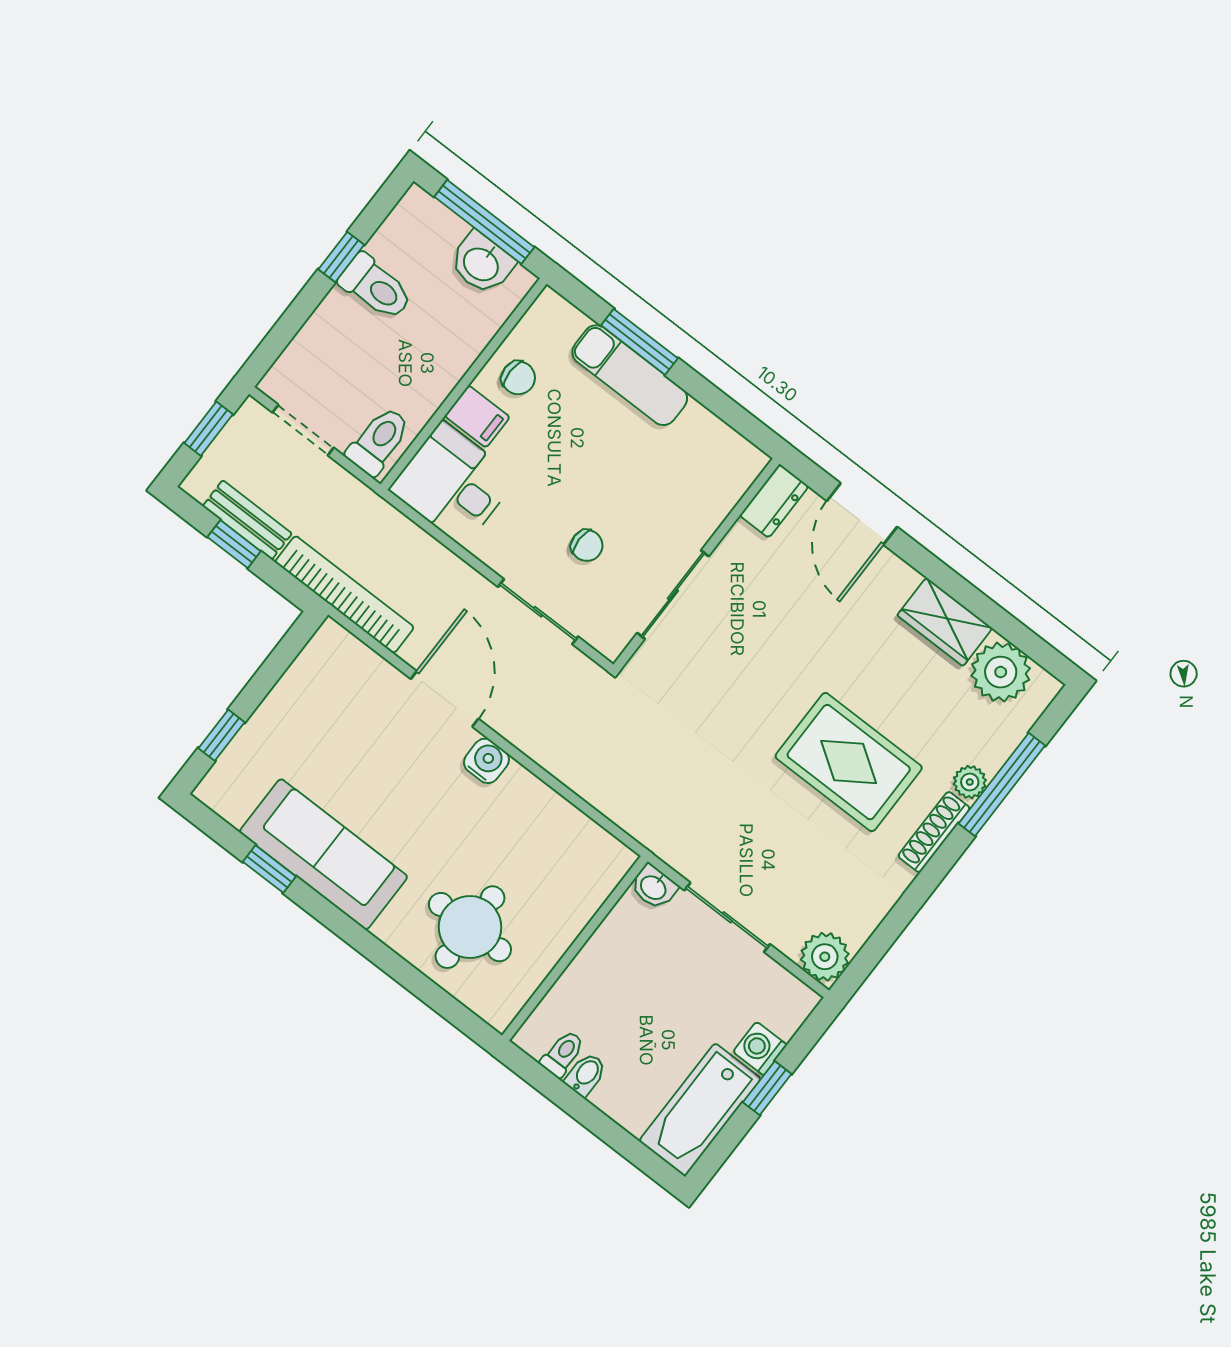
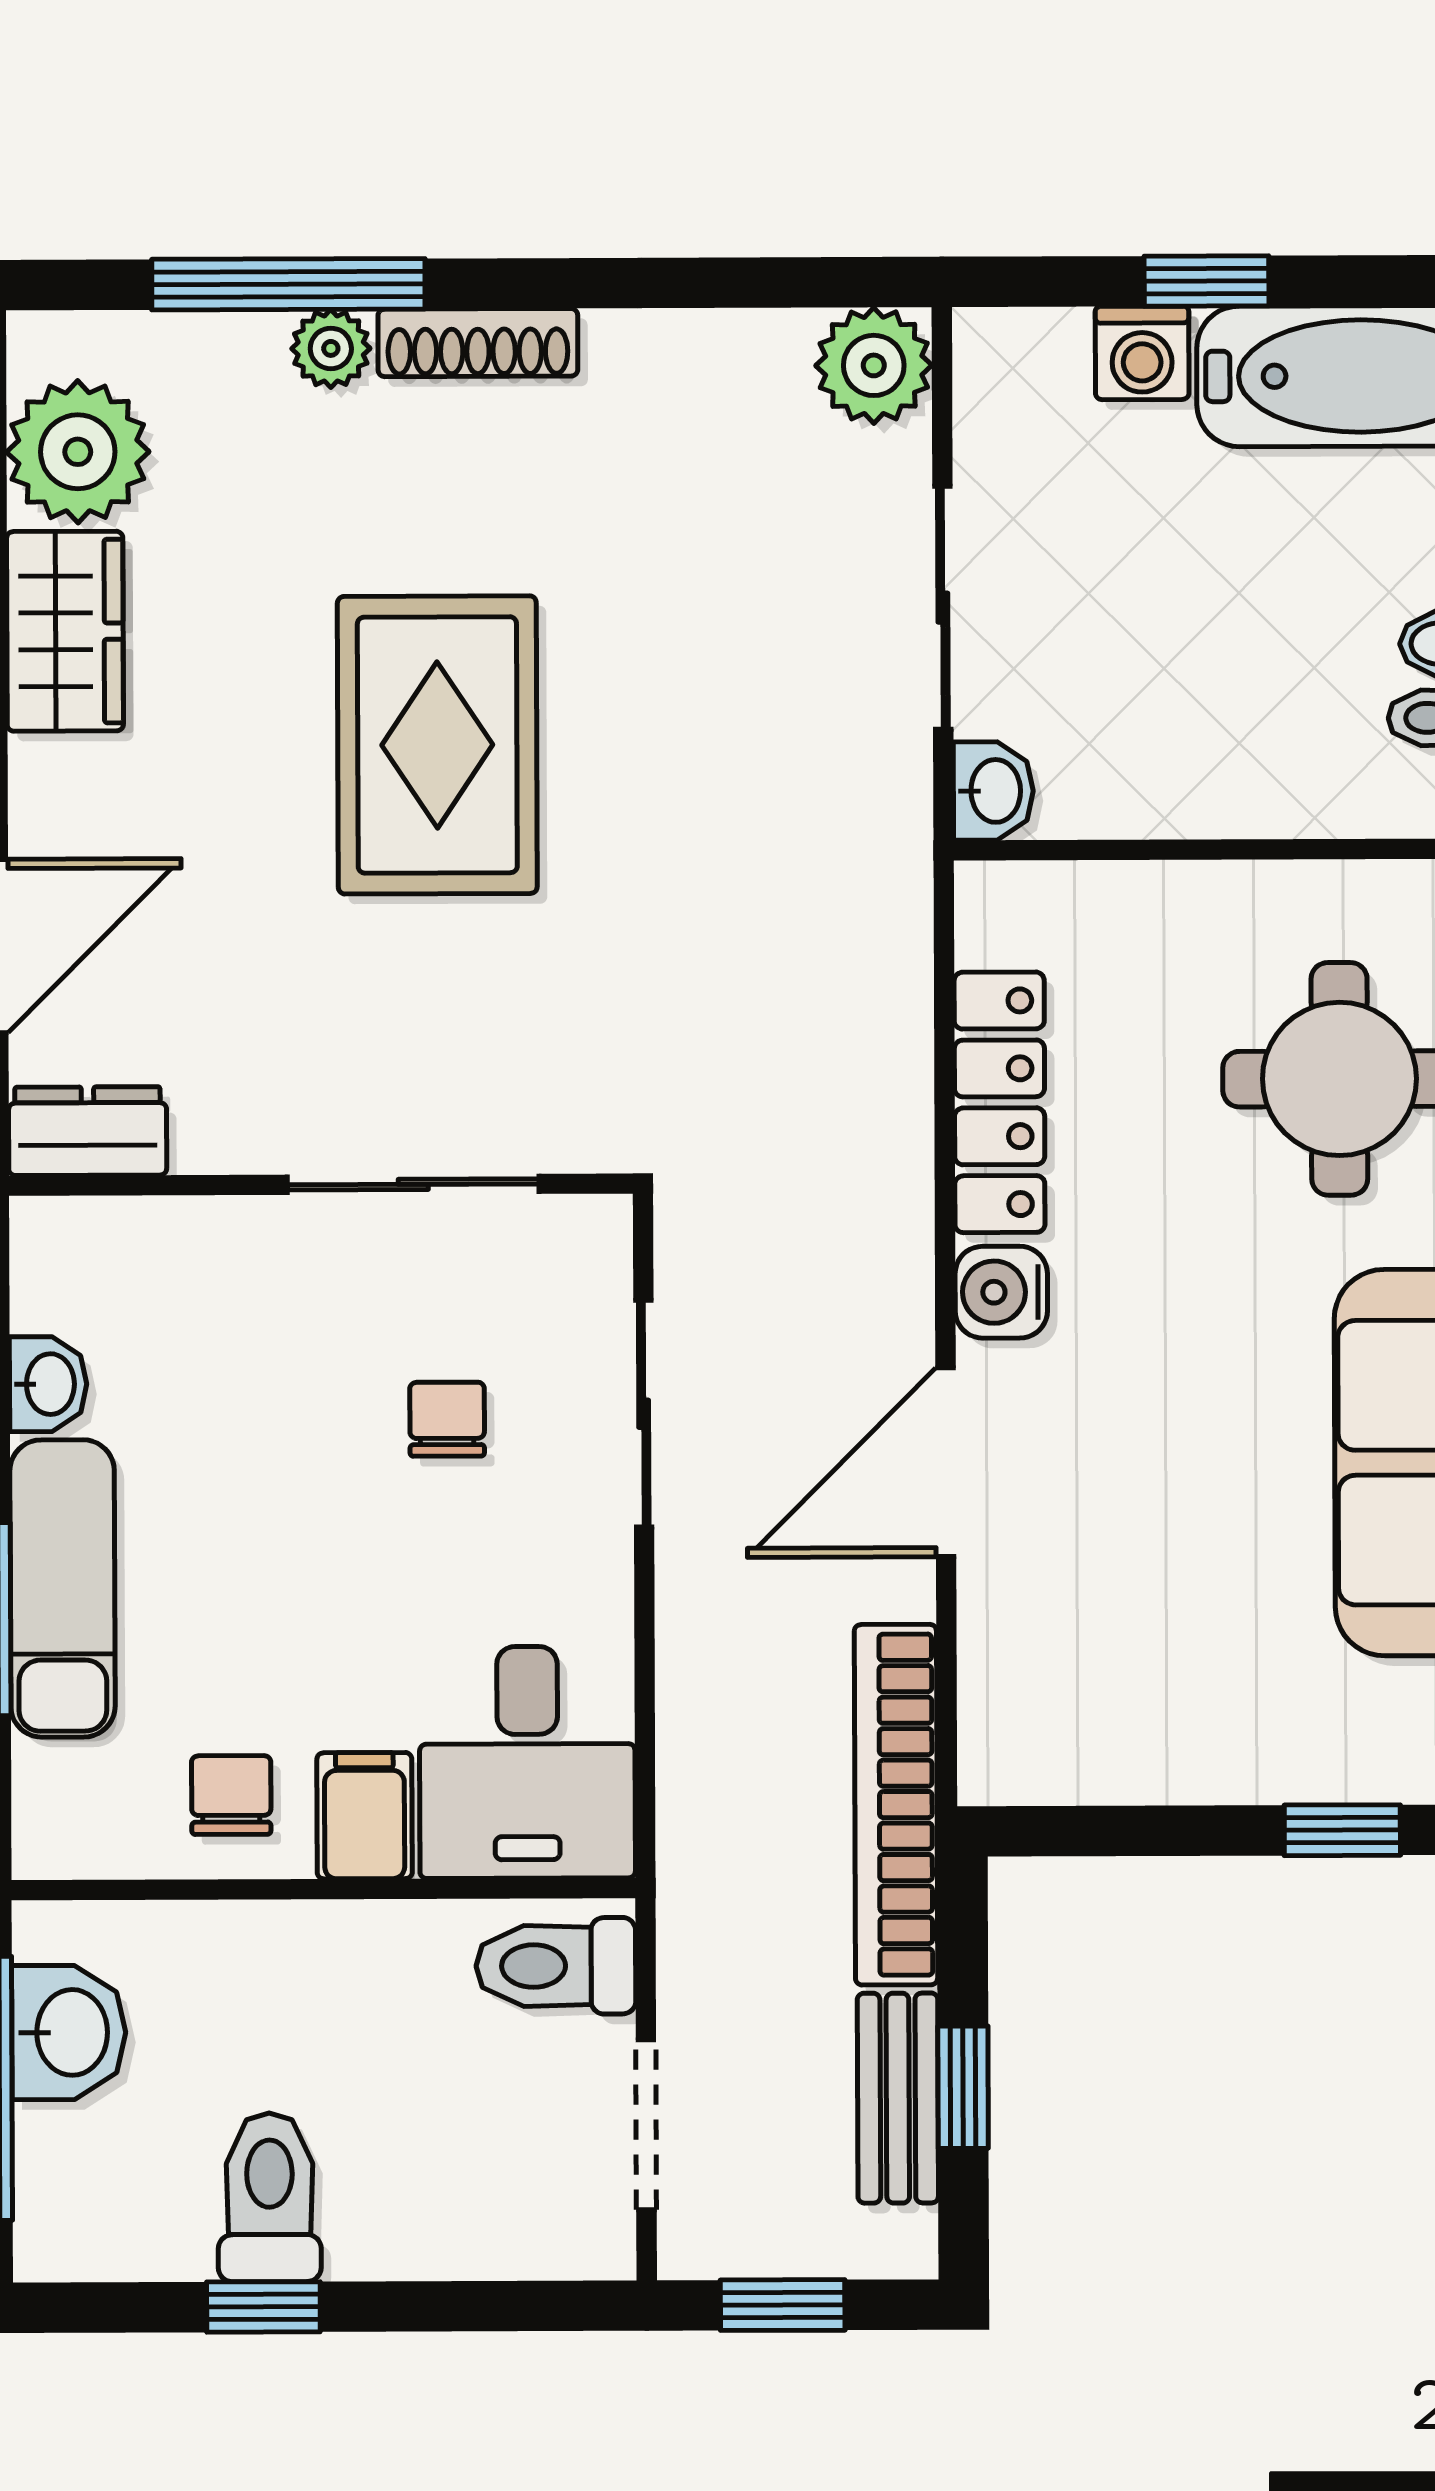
washbasin: (701, 423) -> (48, 1384), added
rug: (849, 762) -> (437, 745), moved
locker: (550, 809) -> (1000, 1102), added

